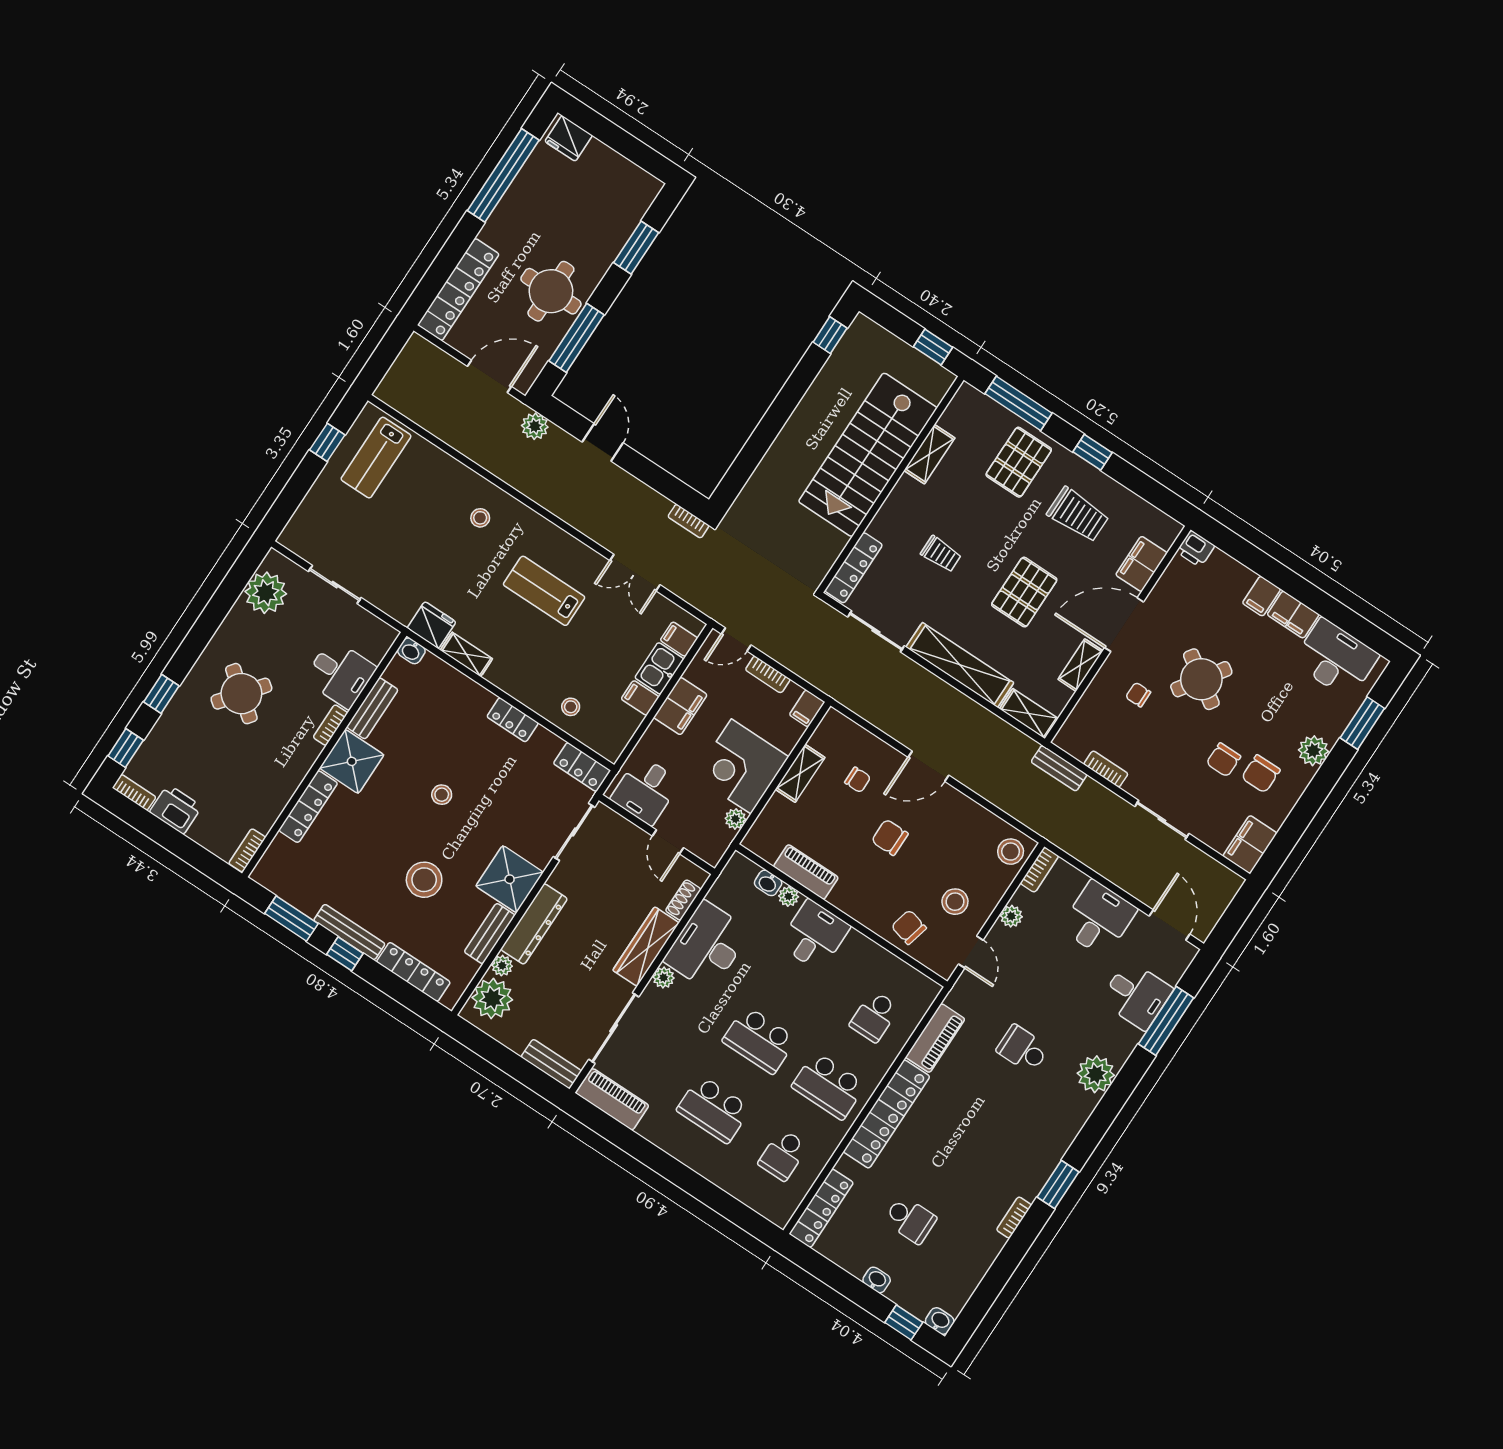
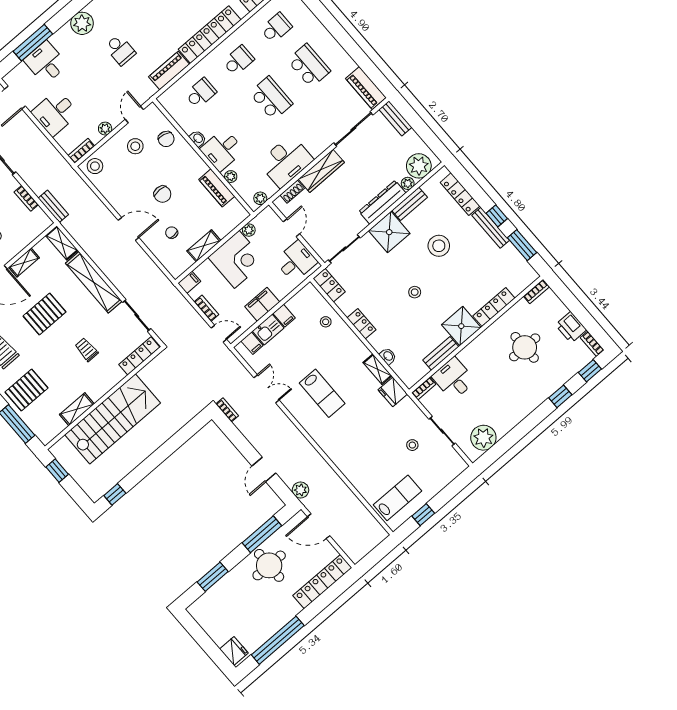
stool: (480, 518) -> (412, 445), moved
washbasin: (411, 651) -> (388, 356), moved
round table: (241, 694) -> (525, 347), moved, turned -38
bookcase: (330, 725) -> (424, 388), moved
washbasin: (768, 883) -> (198, 138), moved
plant: (664, 978) -> (260, 198), moved
school desk: (829, 1086) -> (238, 60), width x0.54

